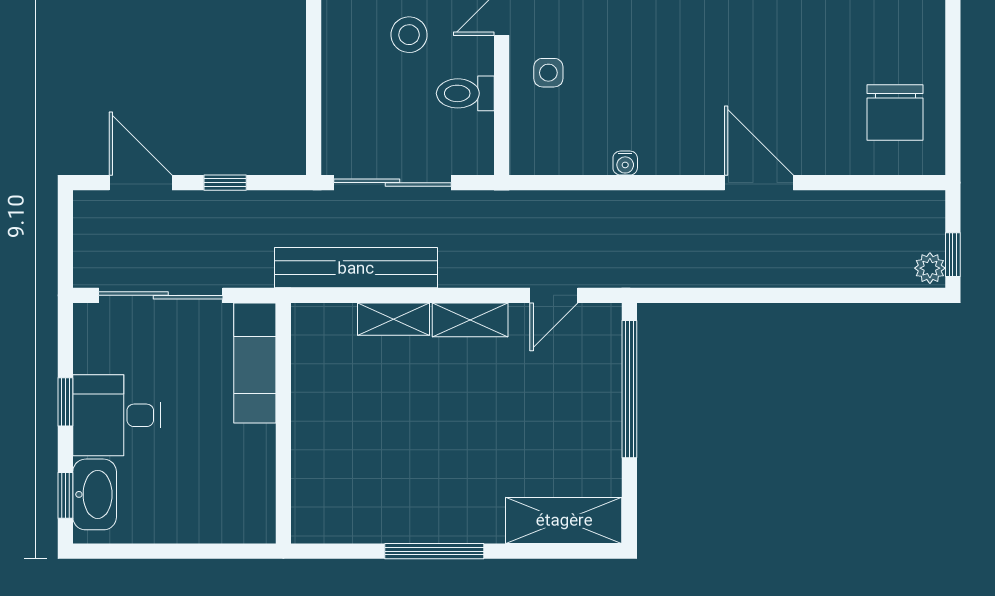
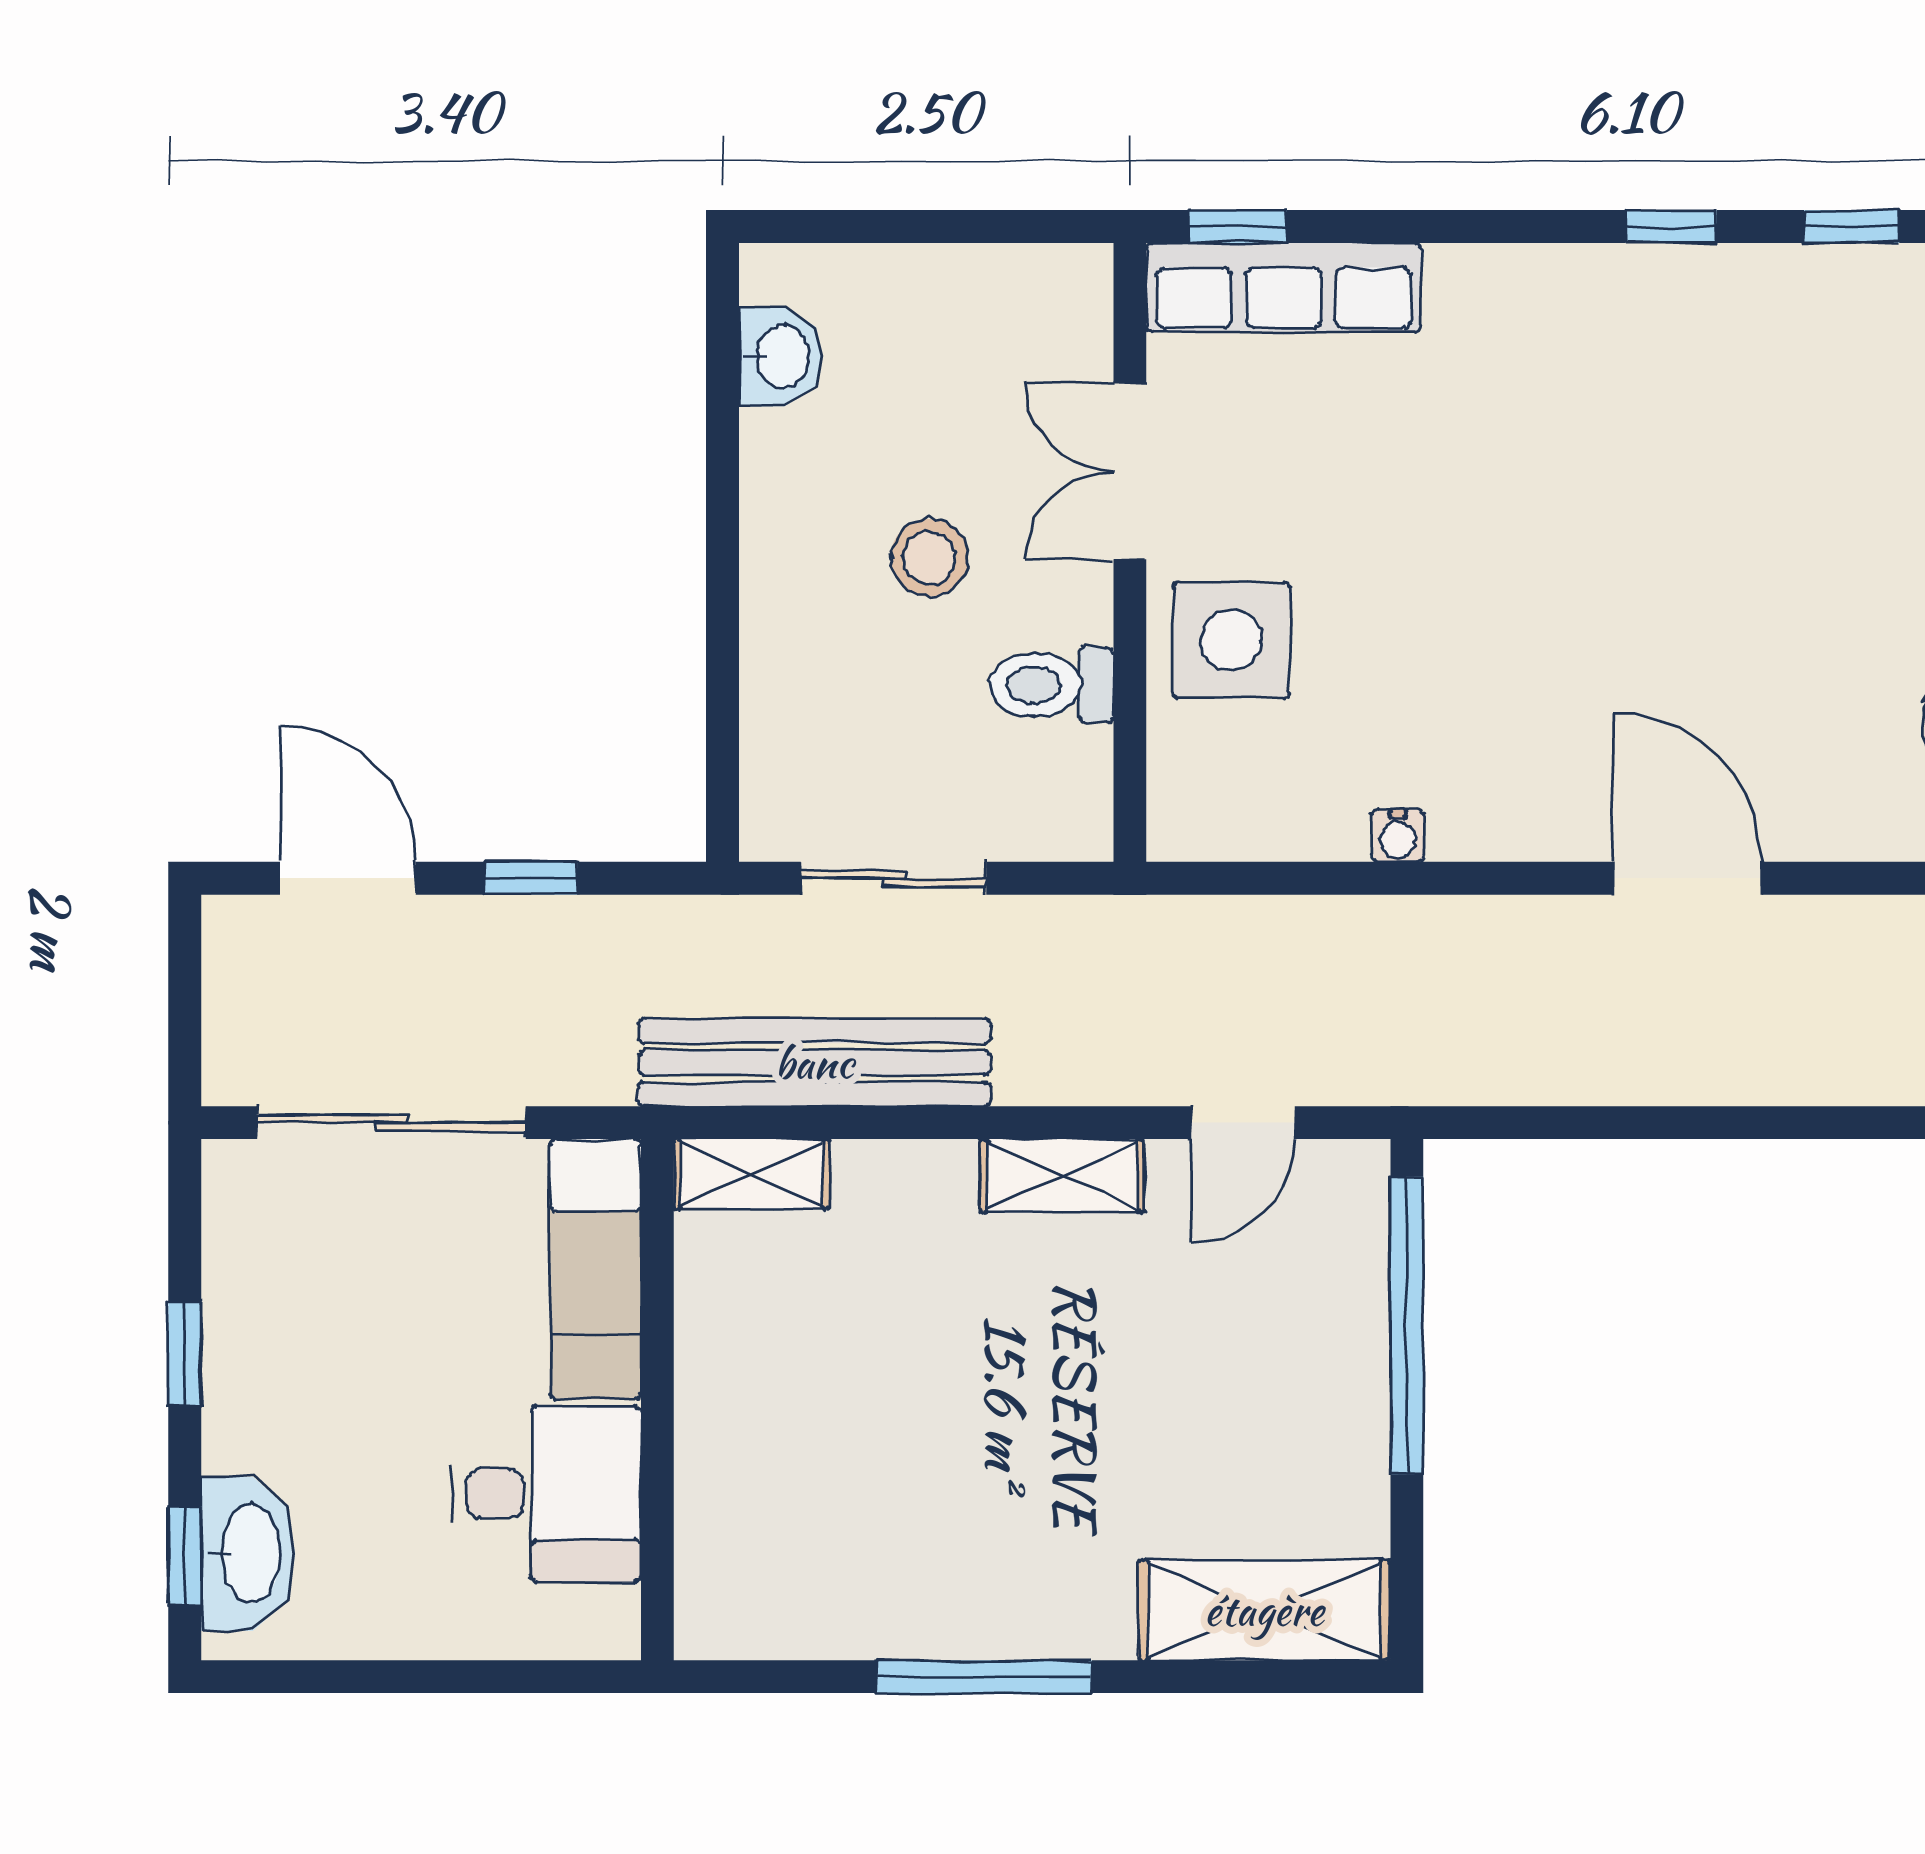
side table: (548, 73) -> (1231, 640), width x1.87, depth x1.87
sliding door: (392, 183) -> (894, 878), width x0.73
shelving: (393, 319) -> (751, 1174), moved
desk: (117, 415) -> (546, 1494), moved, turned 180

